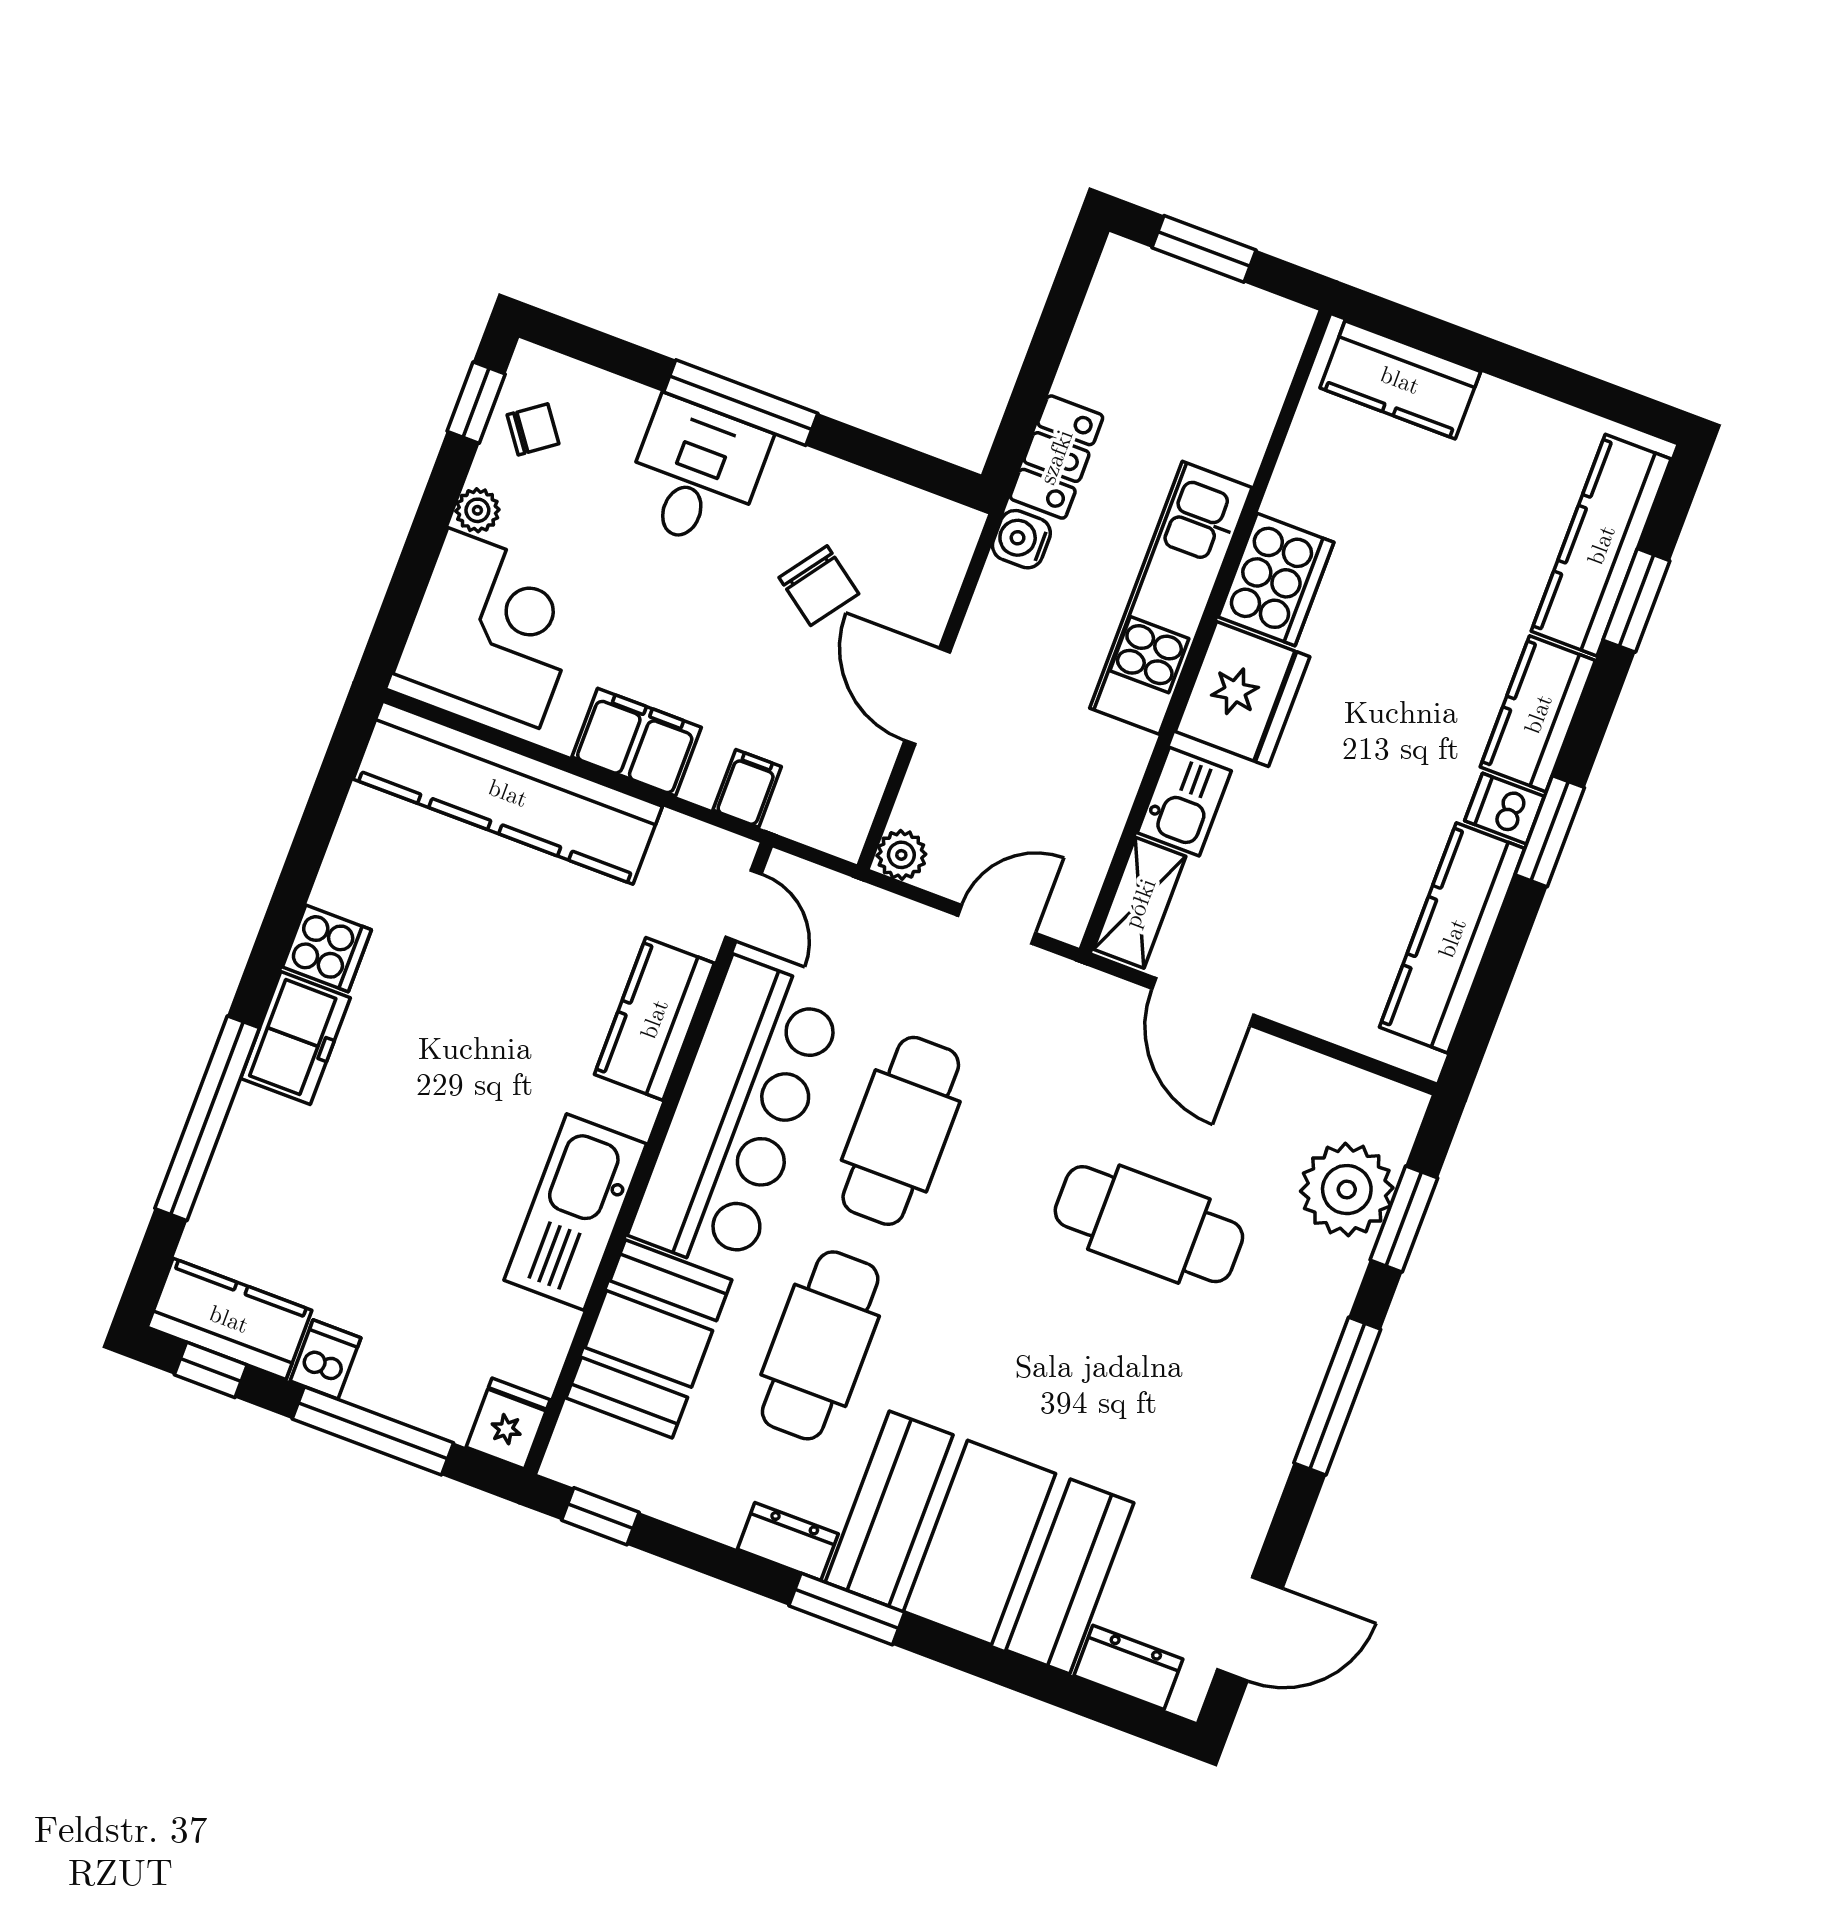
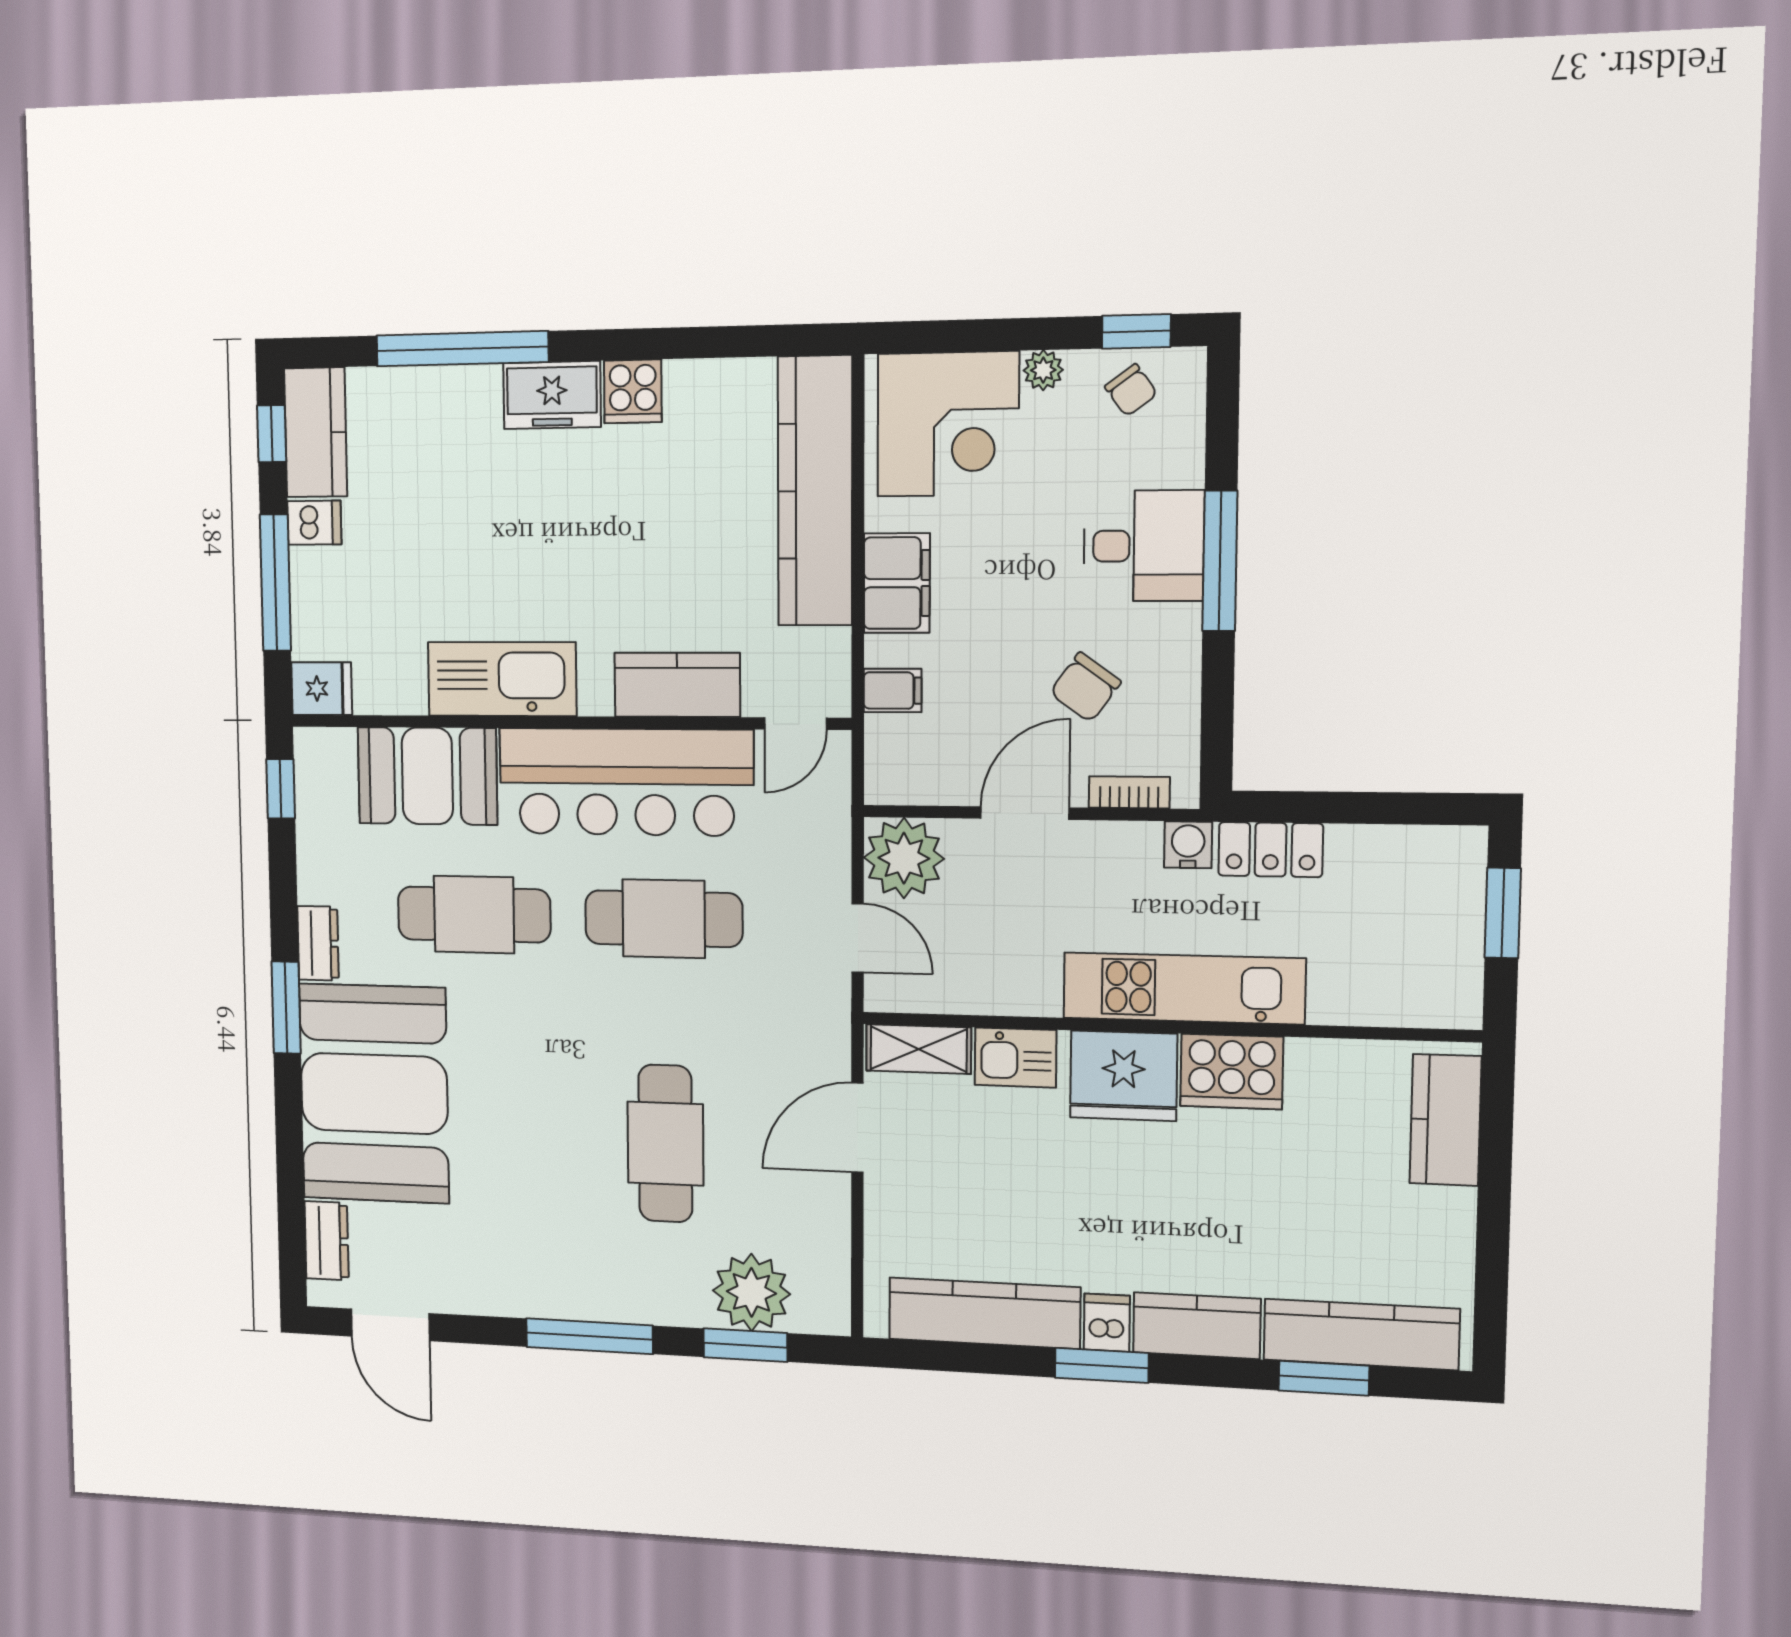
bookcase: (945, 580) -> (1129, 792), added
plant: (901, 855) -> (904, 858), width x1.87, depth x1.87

